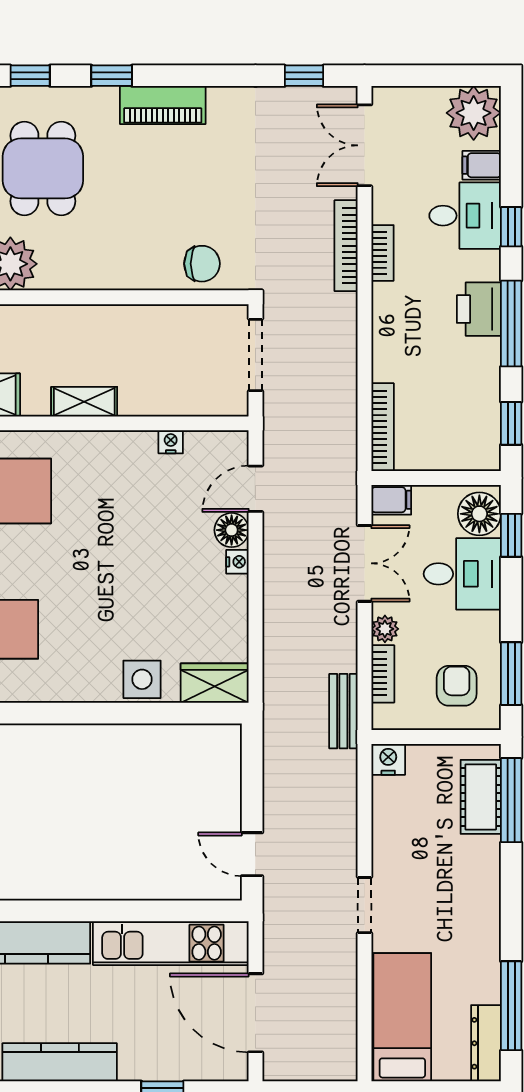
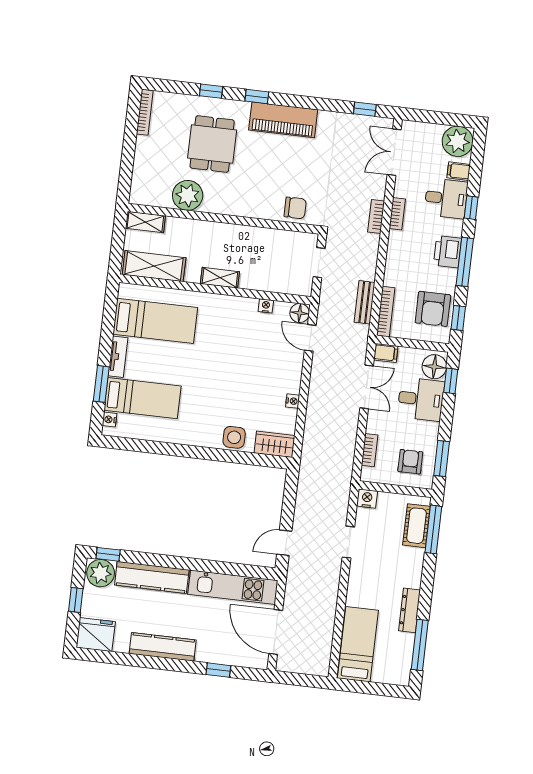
piano: (163, 105) -> (283, 120), width x1.37, depth x1.33
bookcase: (346, 246) -> (376, 217), width x0.64
doorway: (255, 355) -> (319, 263), width x0.73
armchair: (465, 413) -> (433, 309), added
door: (255, 489) -> (310, 338), hinge flipped
floor lamp: (232, 530) -> (300, 313), moved
nightstand: (237, 562) -> (293, 401), moved
plant: (385, 629) -> (374, 425), removed
bench: (343, 711) -> (365, 302), moved
door: (252, 854) -> (284, 543), hinge flipped
doorway: (365, 905) -> (348, 542), moved
dresser: (486, 1043) -> (409, 610), moved

